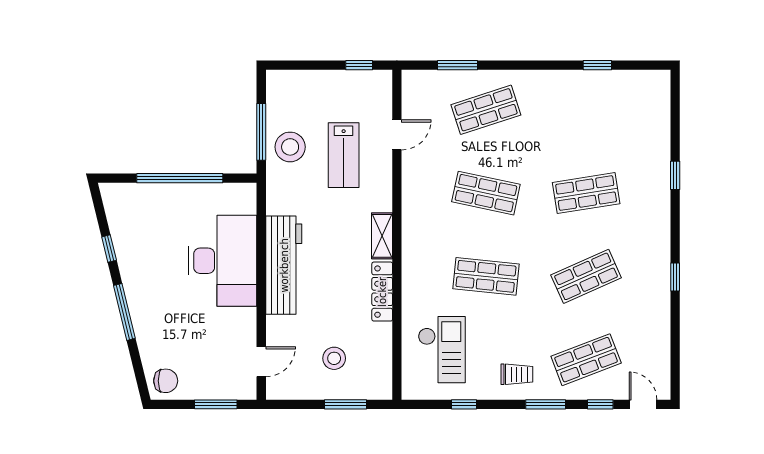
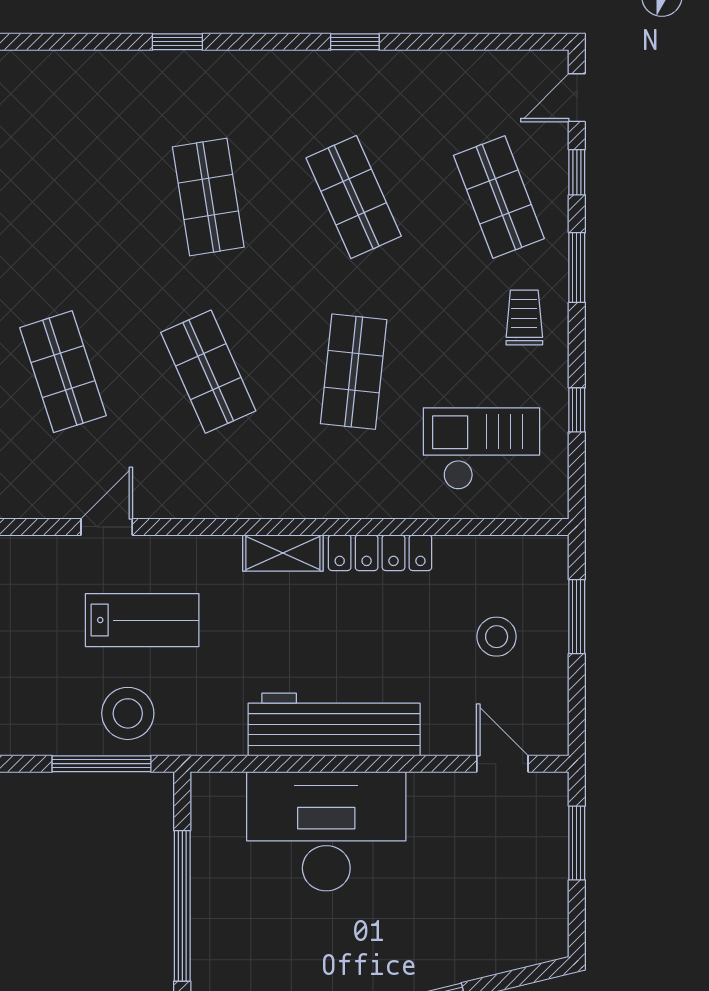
door: (397, 135) -> (107, 527), hinge flipped
shop shelf: (486, 193) -> (208, 372), turned -36
chair: (166, 381) -> (536, 931), removed

